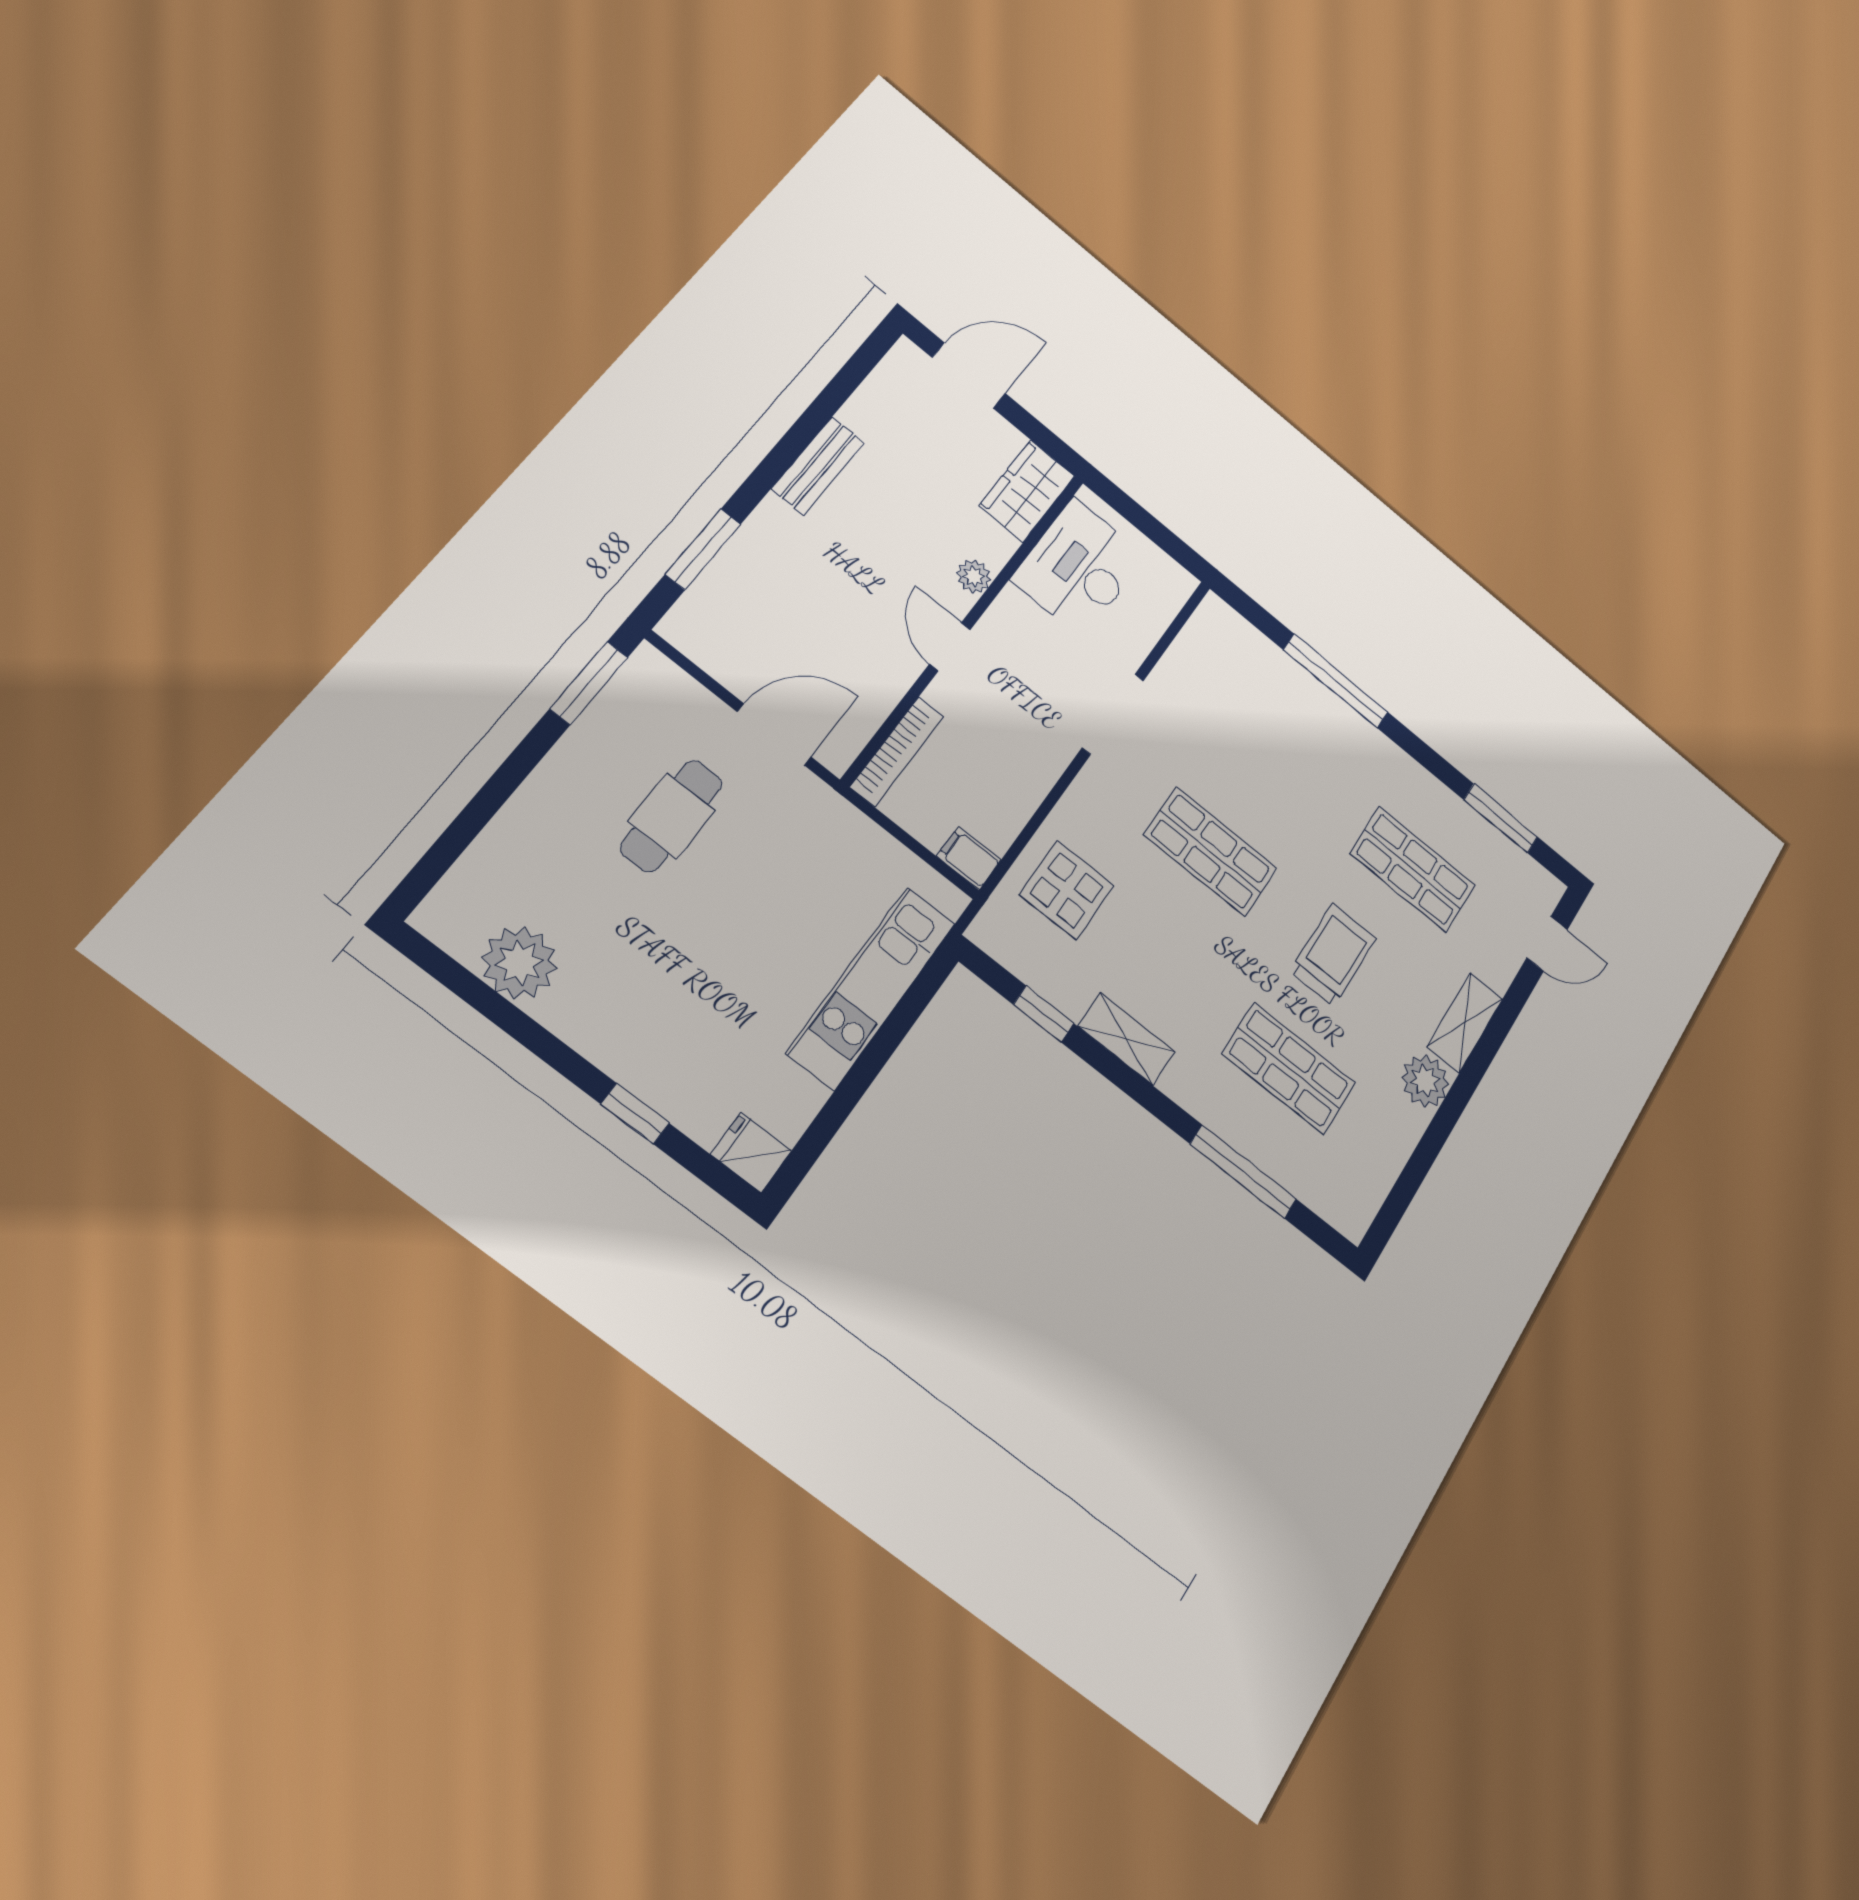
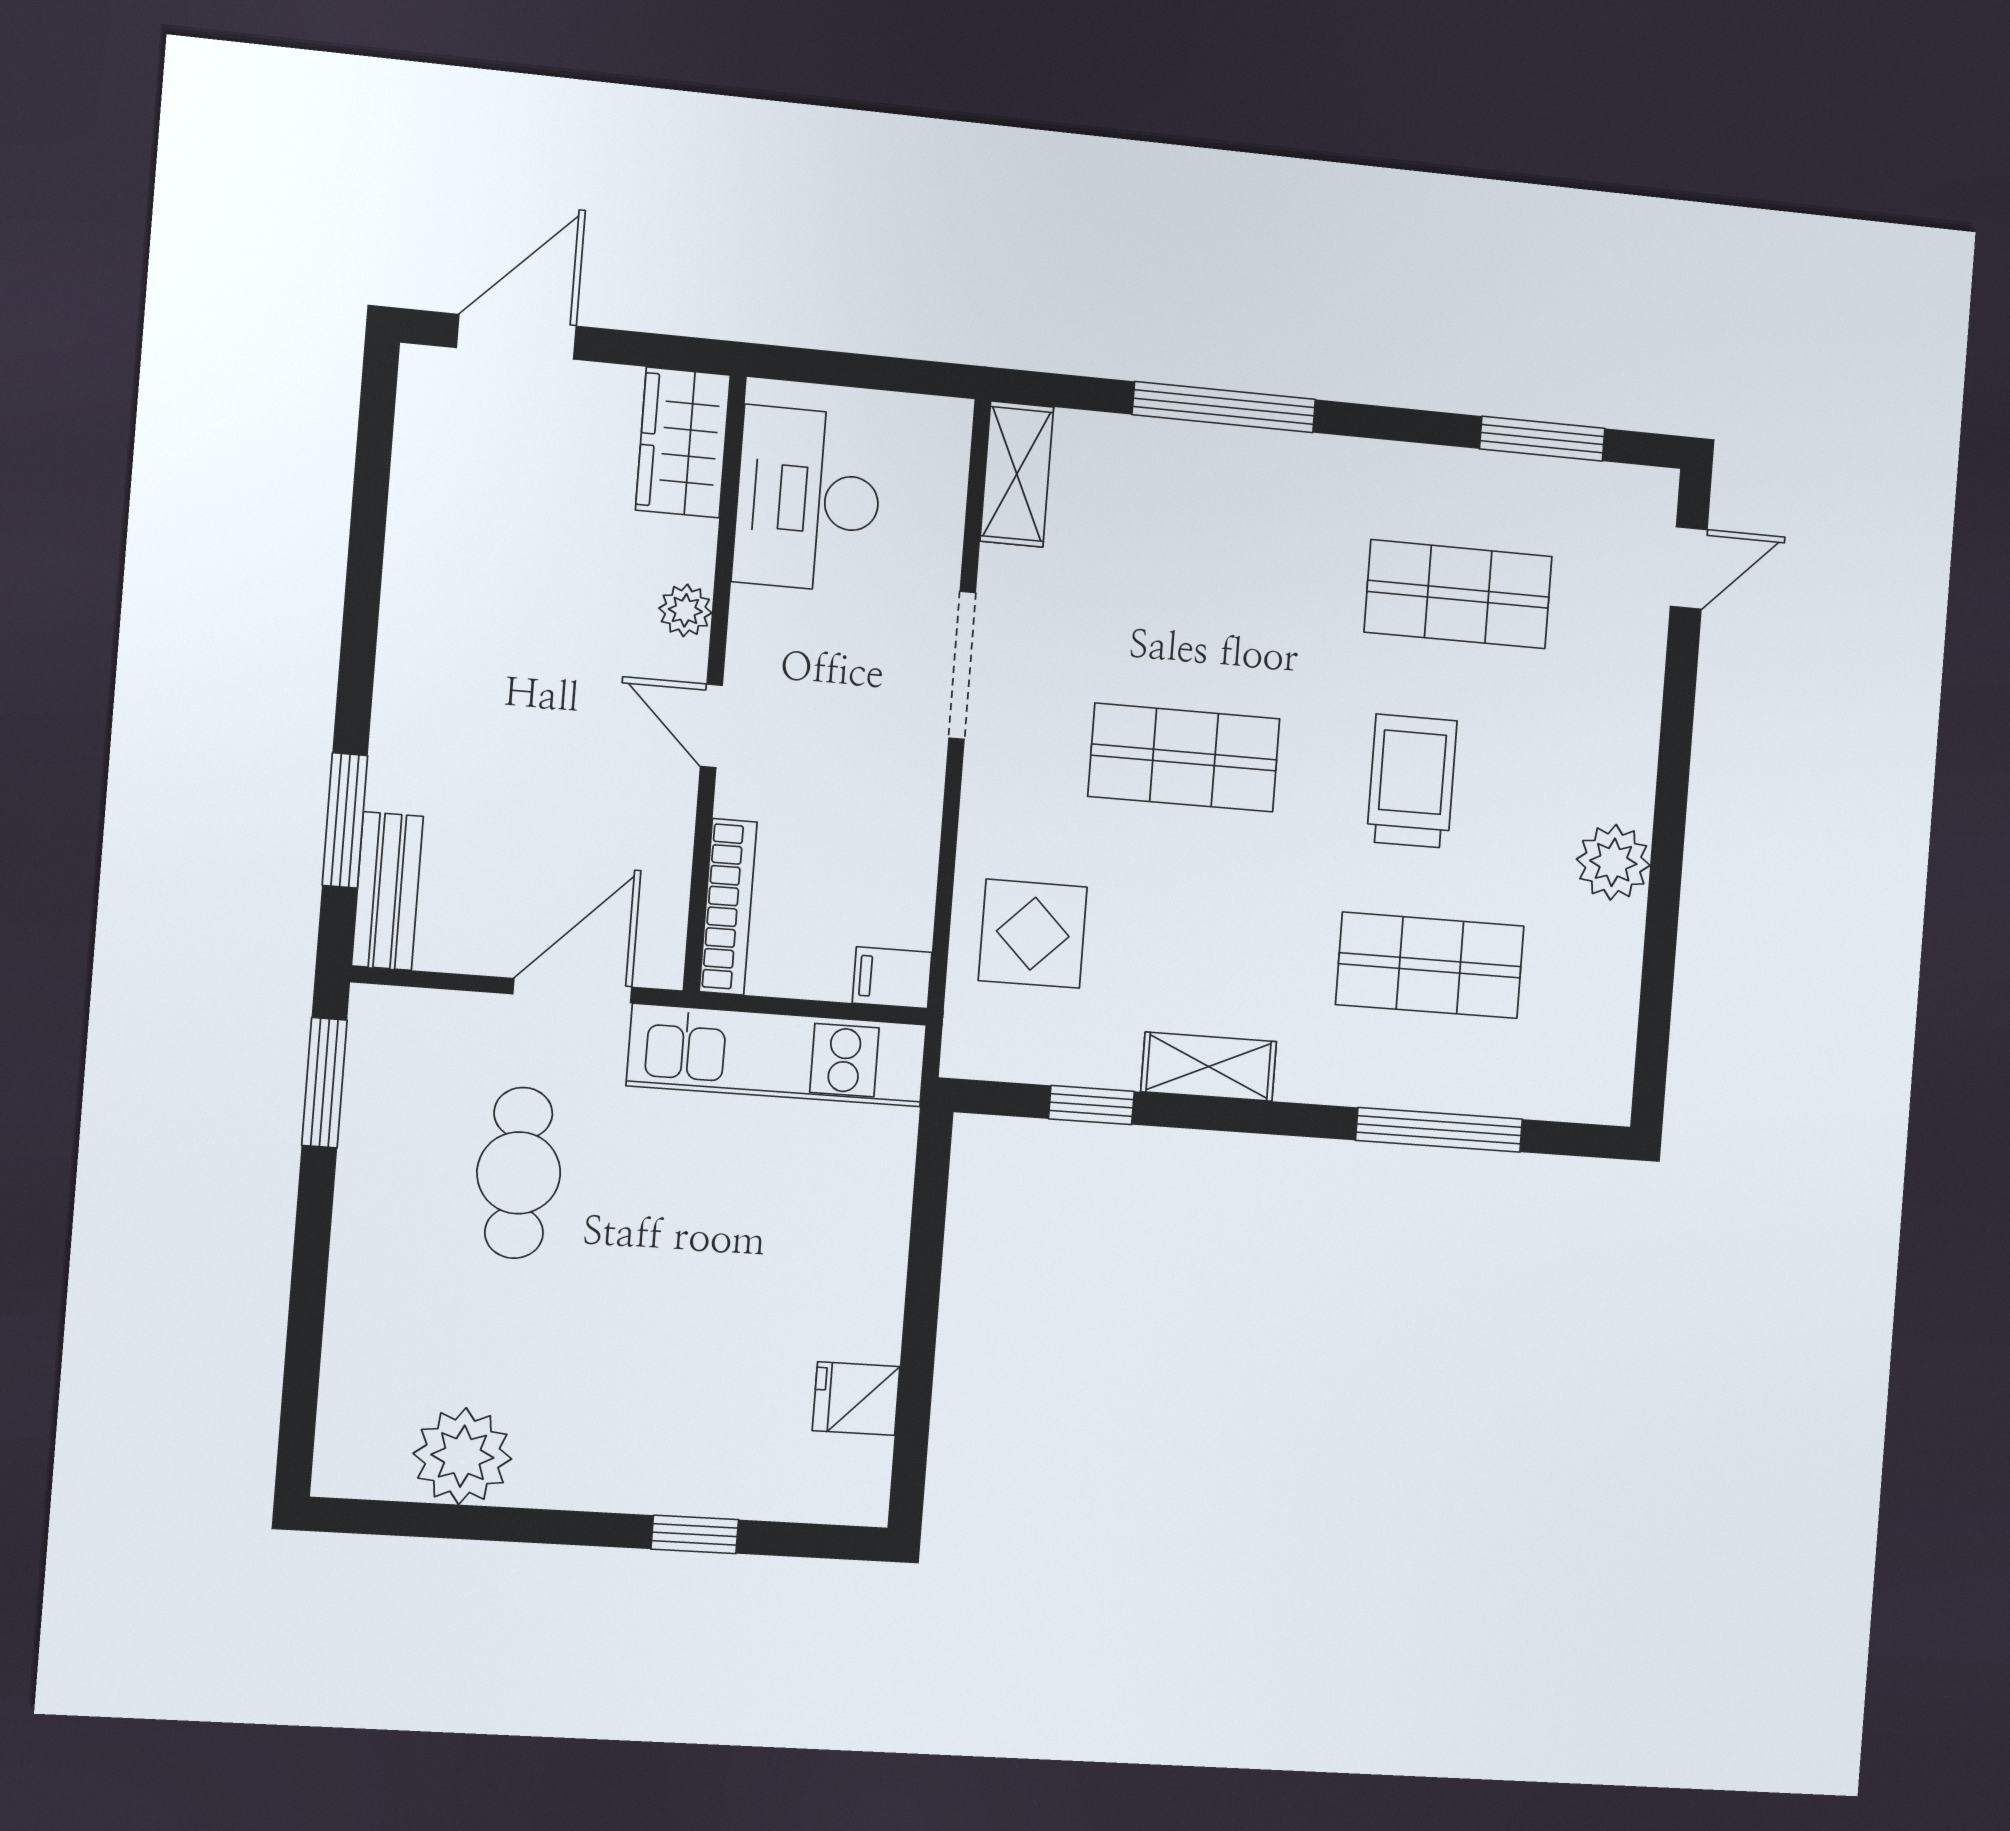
bench: (818, 466) -> (387, 891), moved
kitchen unit: (872, 987) -> (777, 1055), moved, turned -90
shelving: (1465, 1023) -> (1017, 474), moved
fridge: (751, 1152) -> (856, 1399), moved

